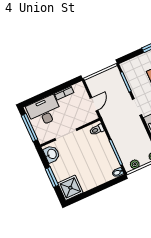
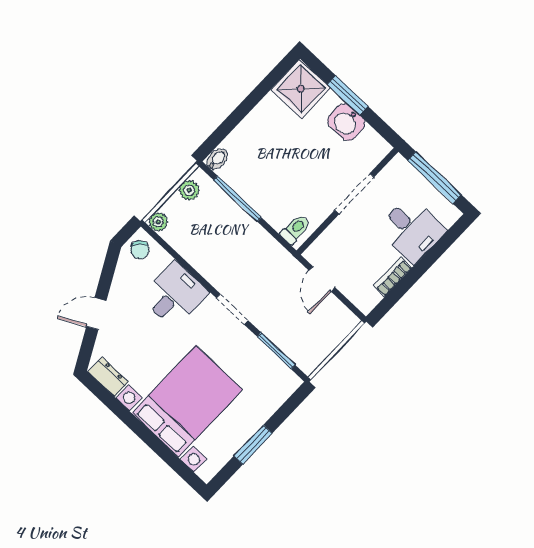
desk: (44, 111) -> (412, 230), width x0.73
washbasin: (52, 154) -> (346, 122), moved

